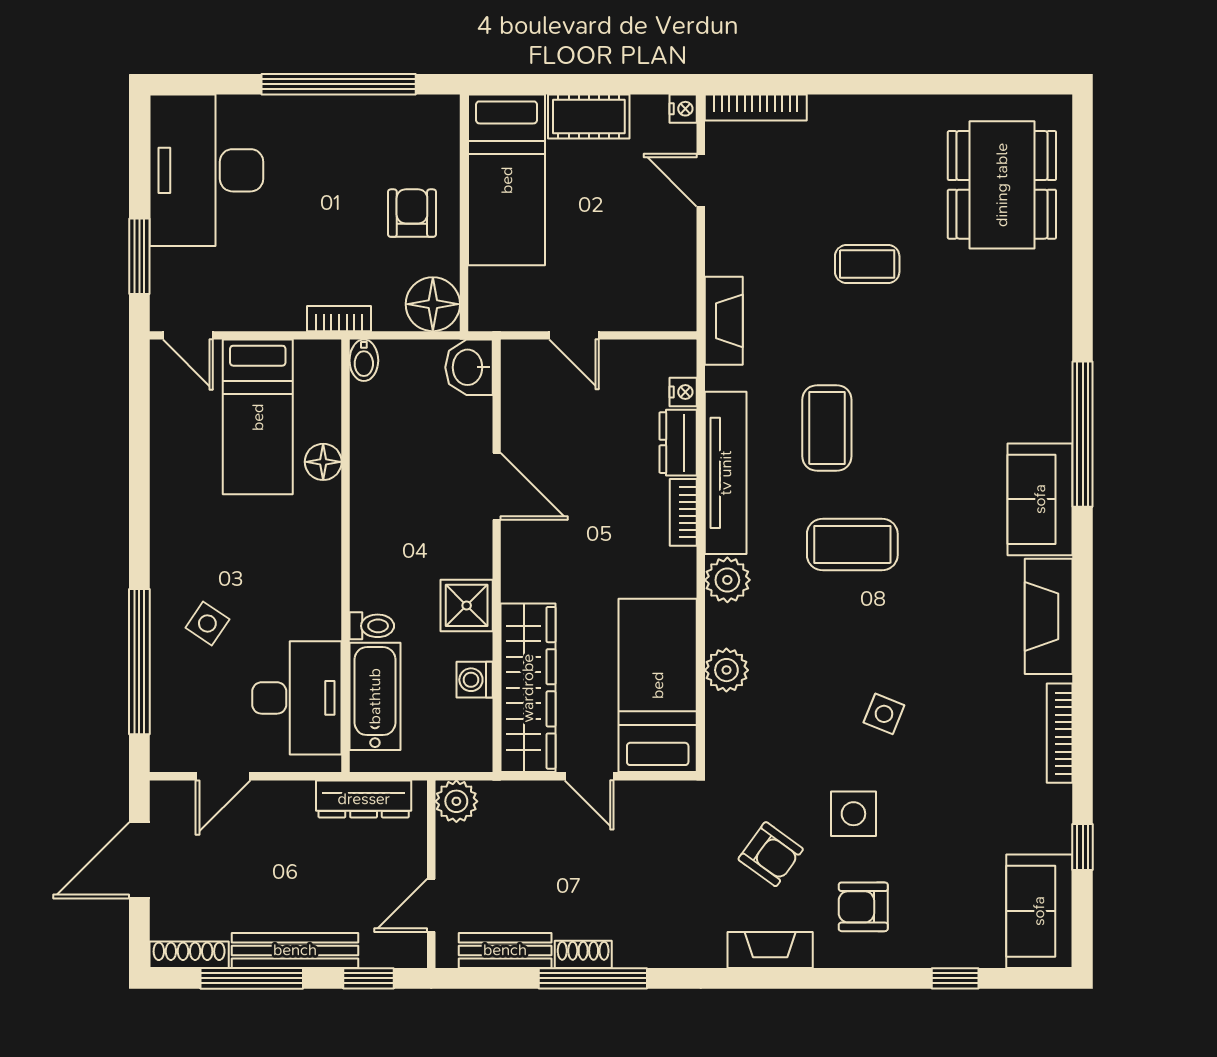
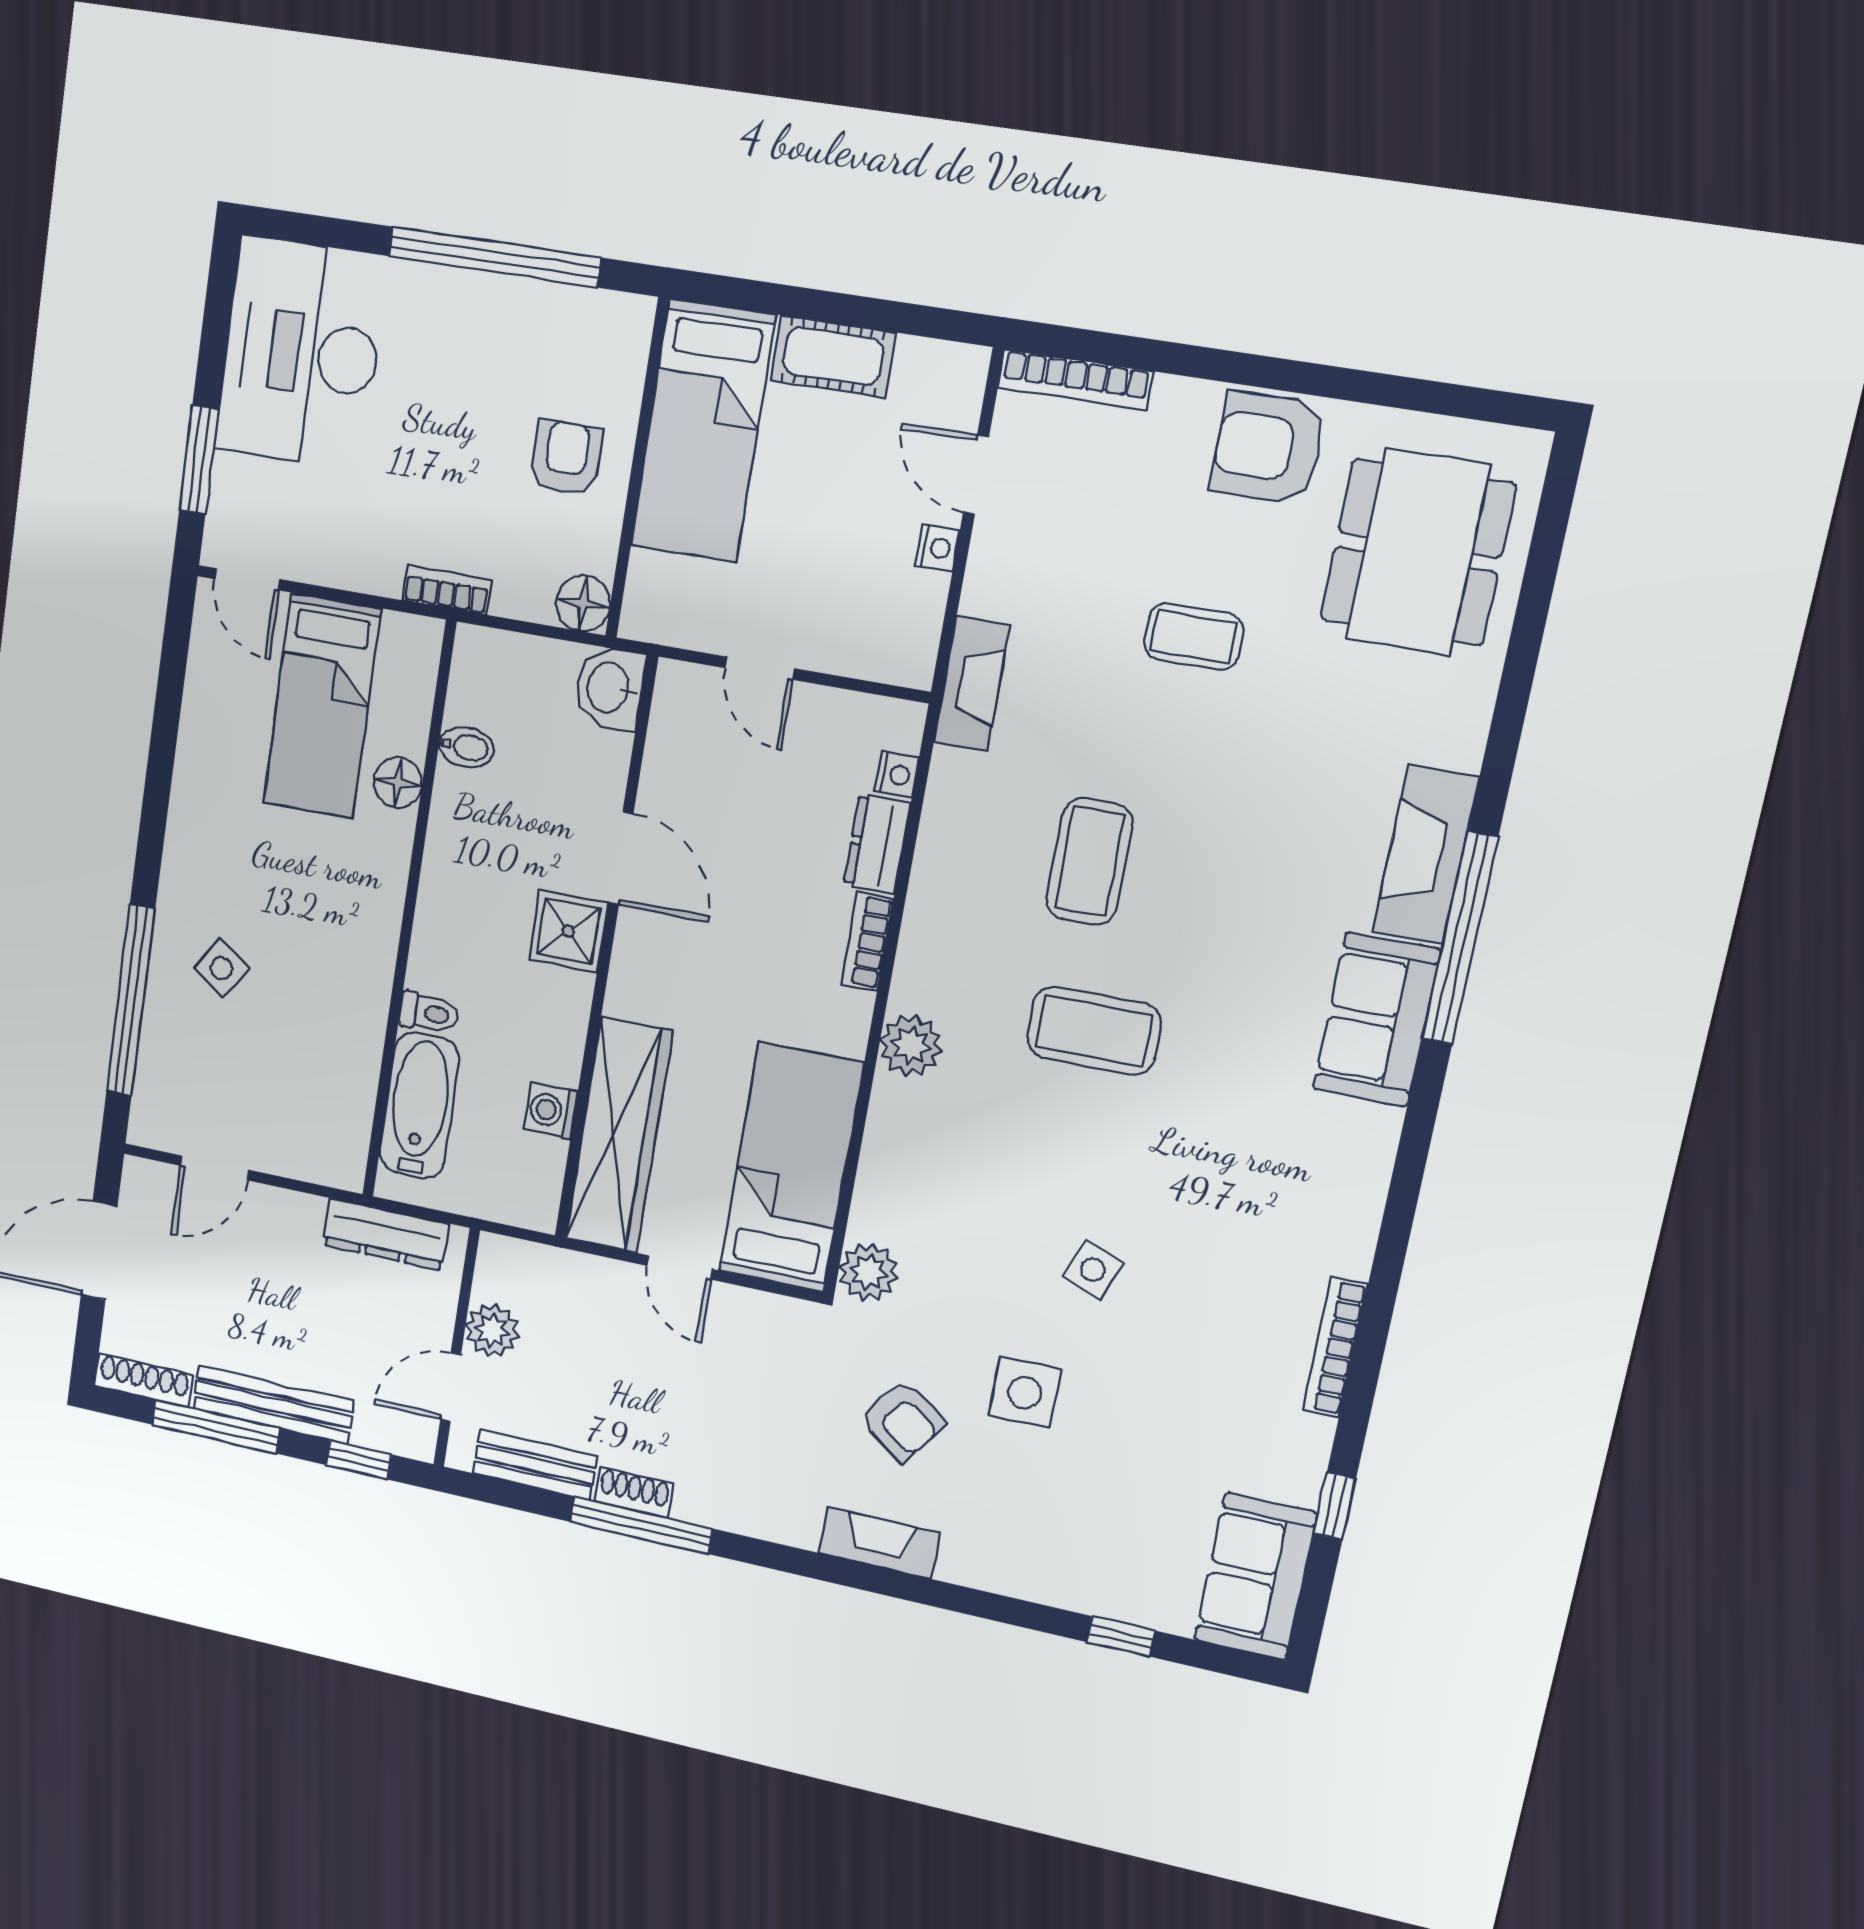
nightstand: (683, 109) -> (937, 548), moved
floor lamp: (433, 304) -> (583, 603), width x0.73, depth x0.73
bidet: (364, 360) -> (466, 747), moved, turned -90
tv unit: (726, 473) -> (935, 898), removed
shower: (467, 605) -> (568, 931), moved
fireplace: (1049, 616) -> (1425, 855), moved
plant: (726, 670) -> (868, 1272), moved
desk: (297, 698) -> (320, 1087), removed
plant: (456, 801) -> (492, 1330), moved
armchair: (863, 907) -> (1268, 448), moved, width x1.38, depth x1.38

